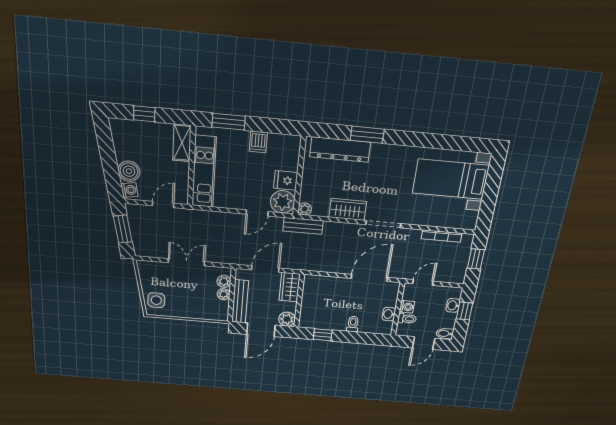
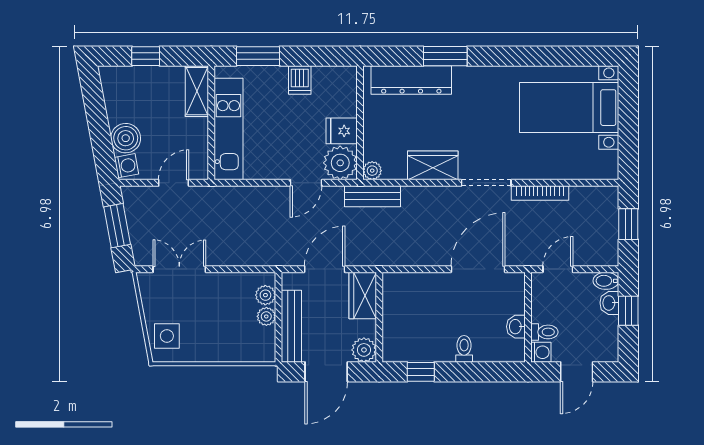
bookcase: (442, 236) -> (540, 193), moved
double door: (186, 262) -> (179, 269), moved
washing machine: (407, 307) -> (541, 352), moved
bidet: (445, 333) -> (606, 281), moved

